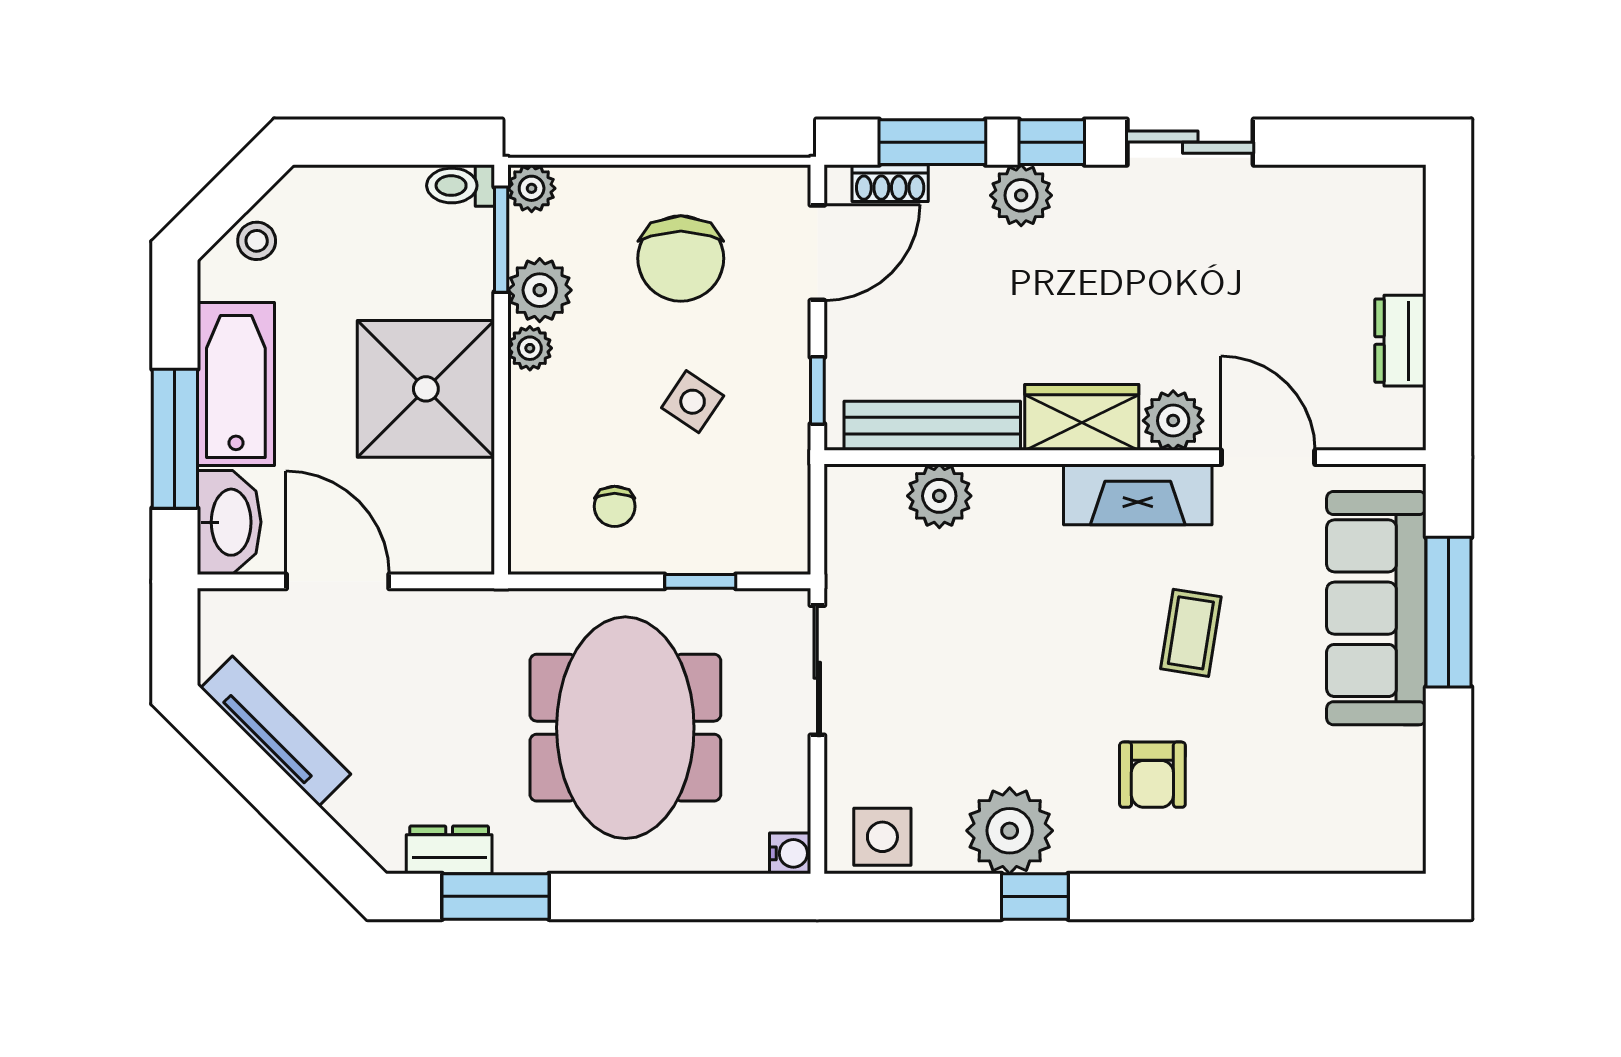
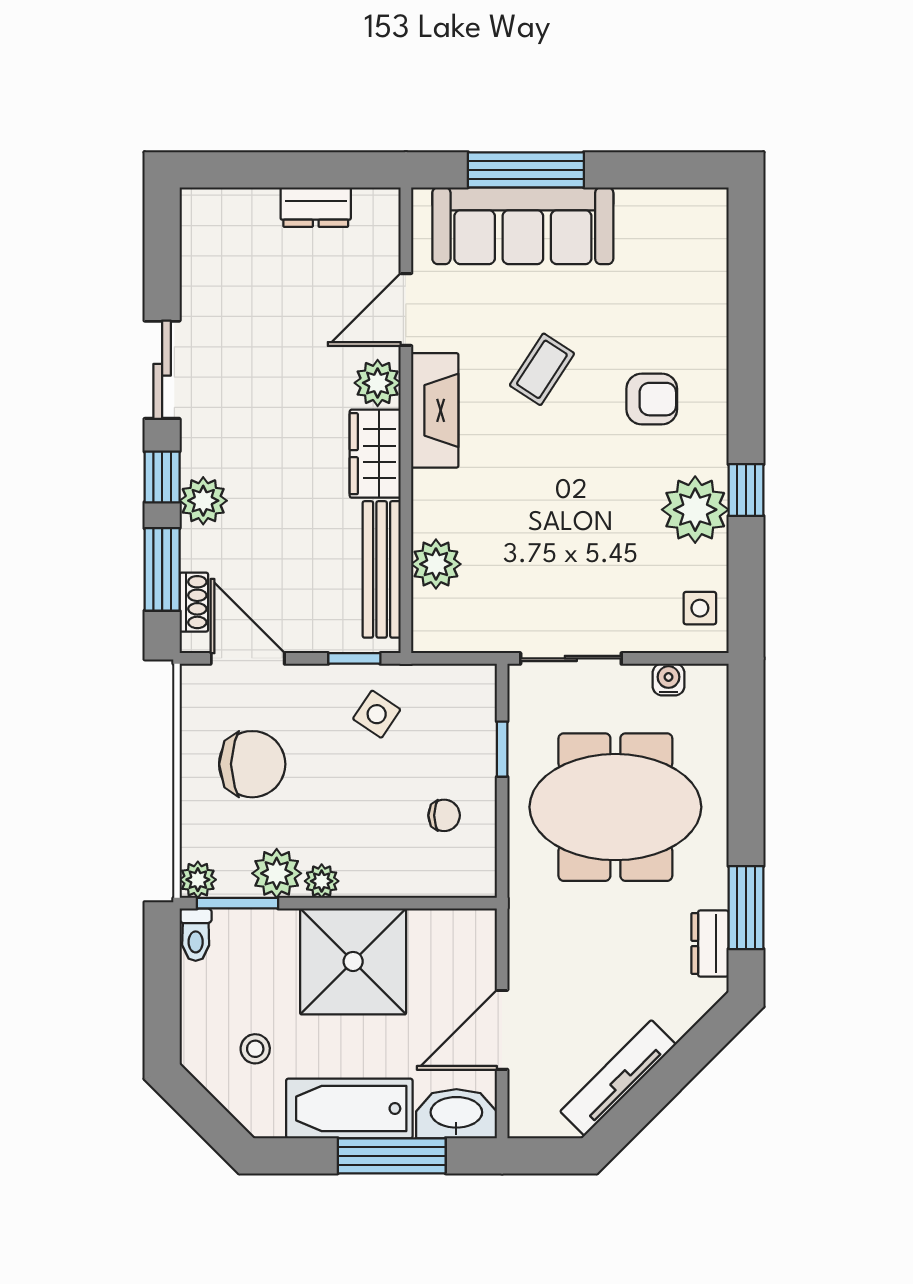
stool: (257, 241) -> (255, 1049), moved
side table: (693, 402) -> (377, 714), moved
coffee table: (1191, 633) -> (542, 369), turned -66
side table: (882, 837) -> (700, 608), width x0.73, depth x0.73
water cooler: (790, 853) -> (668, 680), moved

